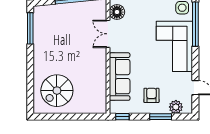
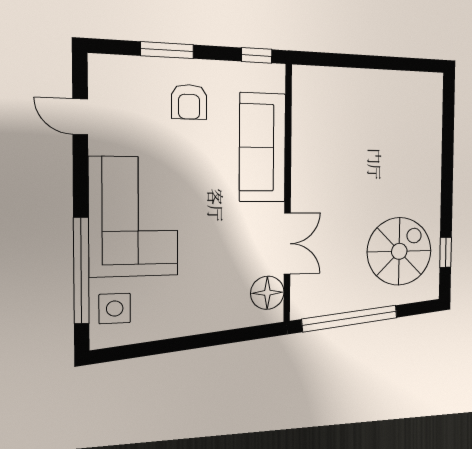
window: (30, 28) -> (446, 252), width x0.46
spiral stairs: (57, 91) -> (399, 251), moved
plant: (176, 107) -> (130, 72), removed

